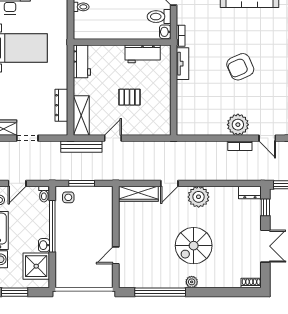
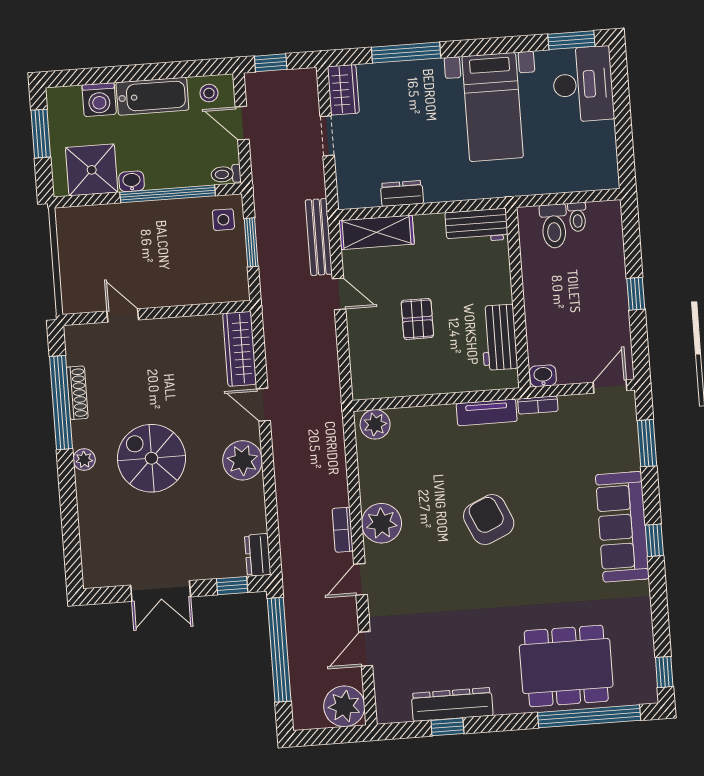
toilet: (159, 17) -> (554, 226), moved, turned 180
dresser: (61, 105) -> (402, 193), width x0.70
plant: (184, 124) -> (375, 424), added
shoe rack: (251, 283) -> (77, 393), moved, width x1.43

